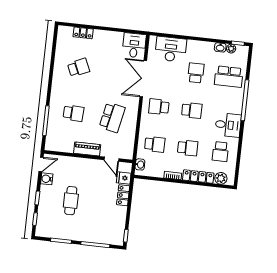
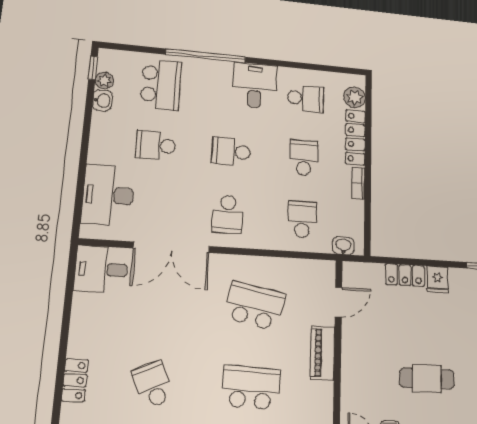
school desk: (192, 110) -> (231, 152), turned -90
school desk: (73, 113) -> (251, 388), width x1.85
fridge: (124, 178) -> (437, 280), moved

